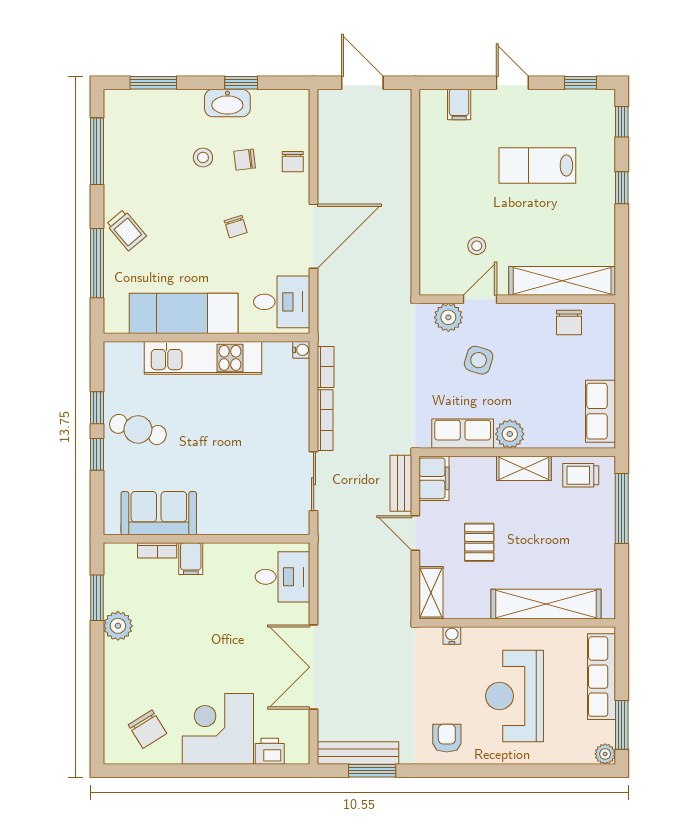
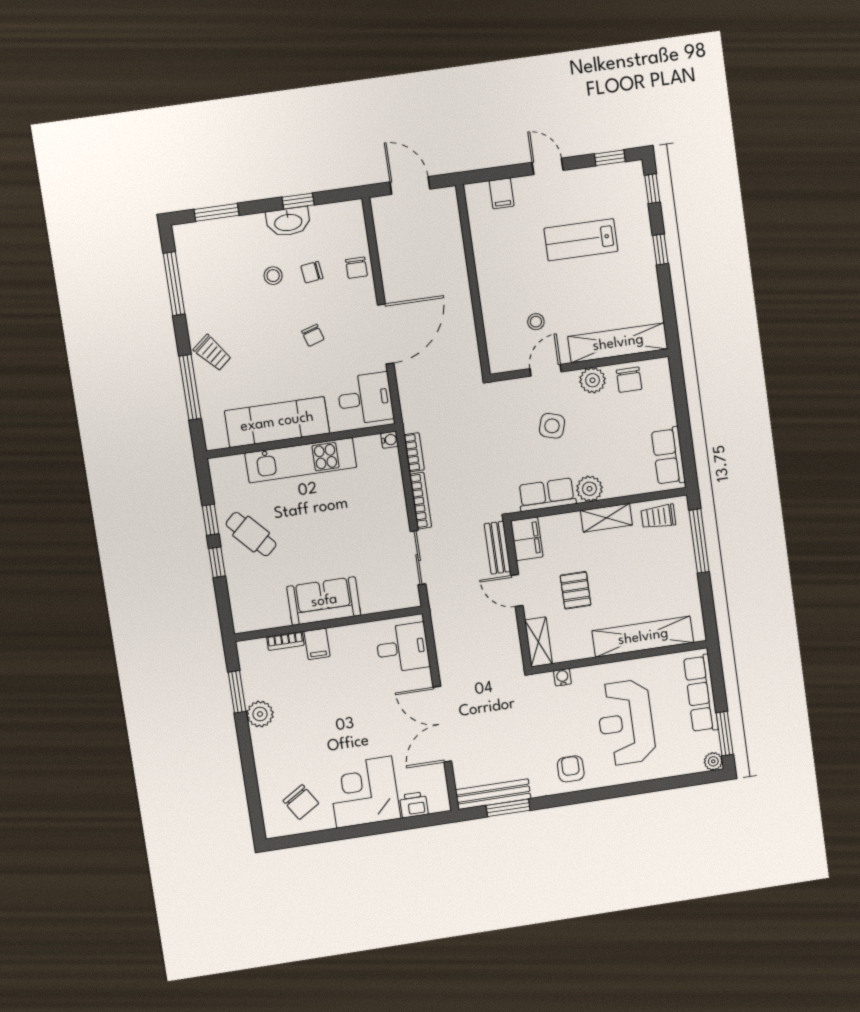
plant: (448, 317) -> (593, 380), moved
cafe table: (138, 429) -> (251, 534), turned 31
sofa: (159, 513) -> (324, 601), moved

